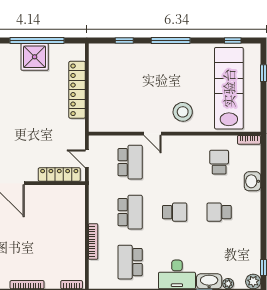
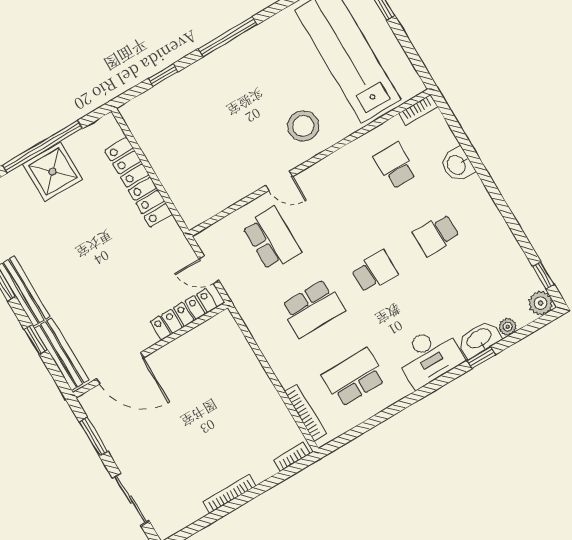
school desk: (130, 212) -> (313, 308), turned 90
bookcase: (93, 242) -> (305, 413), moved
school desk: (130, 262) -> (354, 377), turned 90

